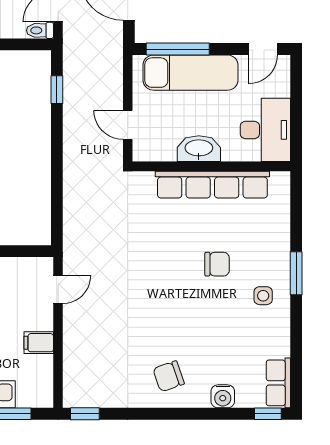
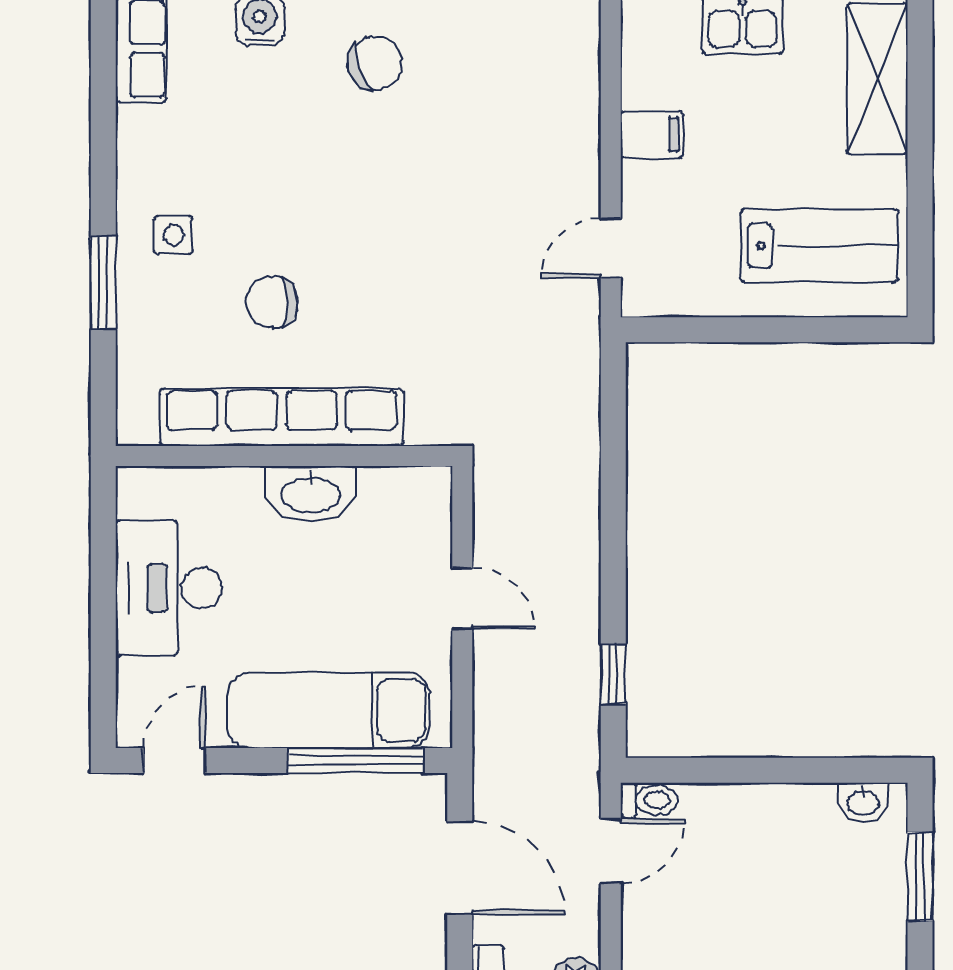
washbasin: (199, 149) -> (311, 494), moved
wall: (211, 166) -> (284, 456), moved
row of seats: (212, 185) -> (282, 417), moved

